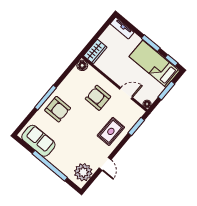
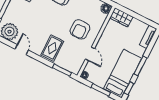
armchair: (98, 98) -> (80, 29), turned 180
rug: (111, 131) -> (52, 48), turned 90
door: (105, 164) -> (22, 50), swing flipped

